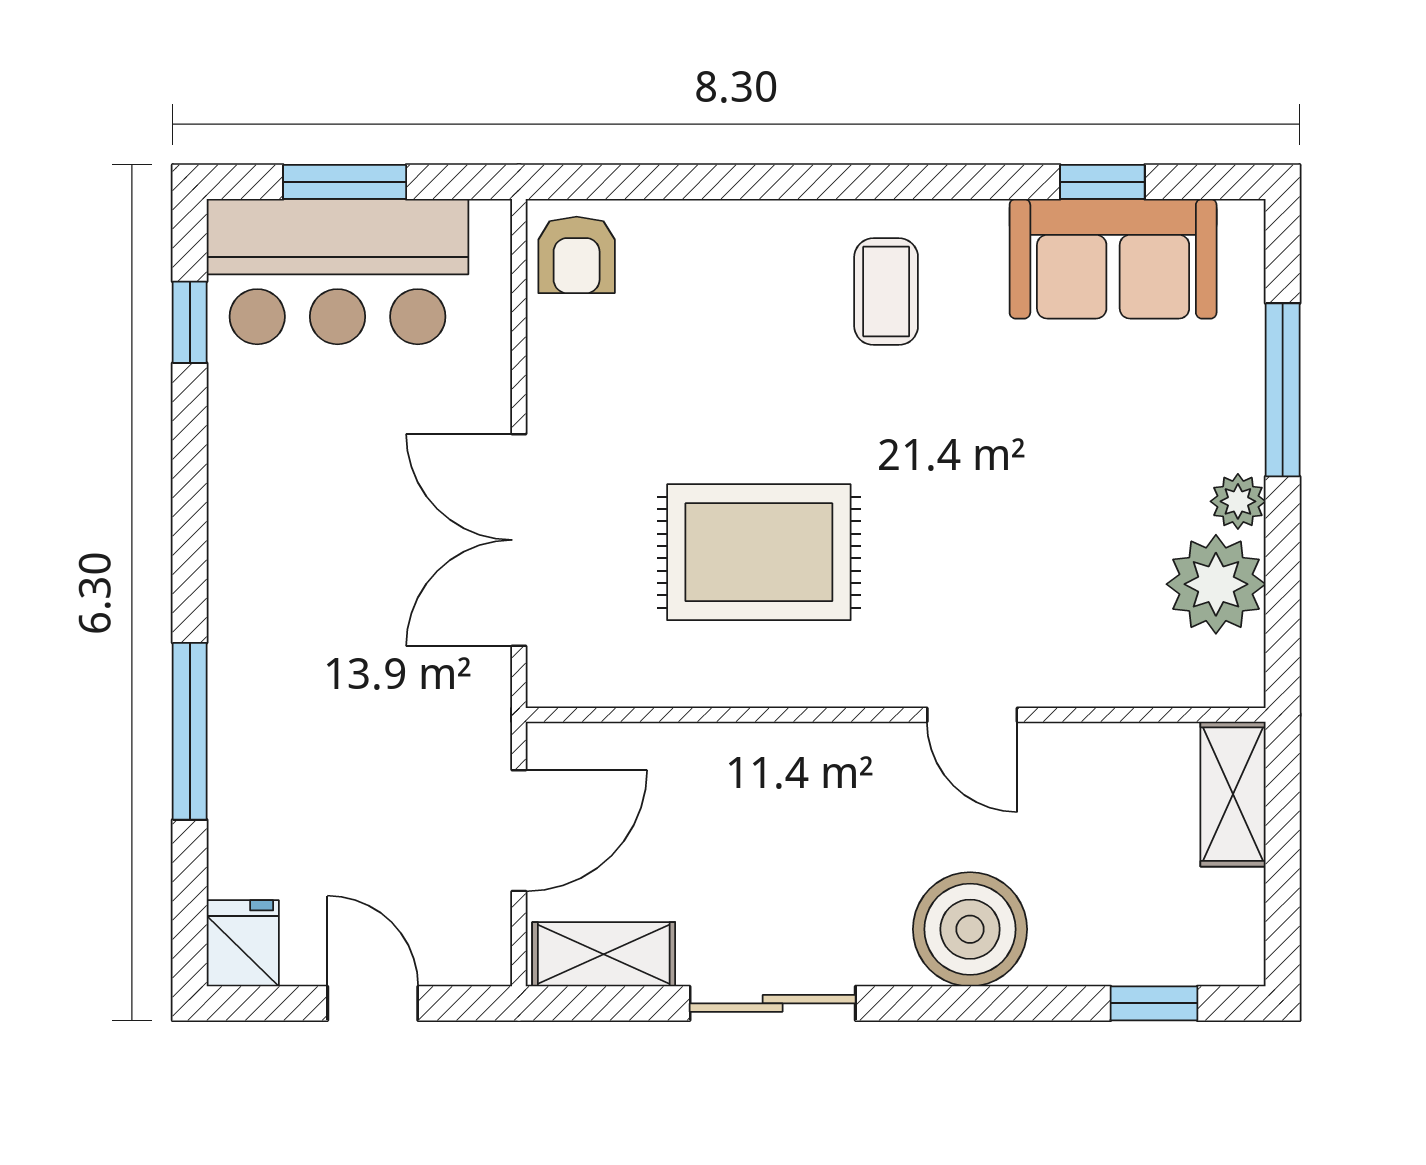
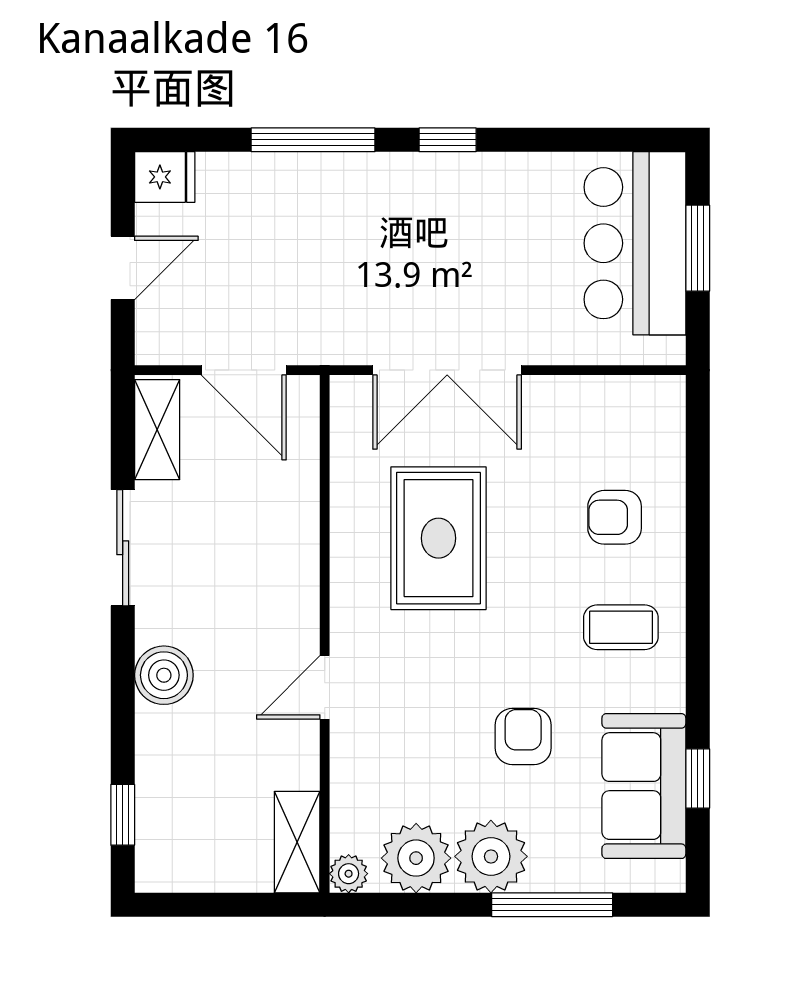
armchair: (577, 255) -> (615, 517), moved
window: (190, 322) -> (448, 140), moved
armchair: (1042, 431) -> (523, 737), added
plant: (1238, 501) -> (491, 856), width x1.87, depth x1.87
double door: (519, 540) -> (447, 370), swing flipped
plant: (1238, 681) -> (349, 874), added
shelving: (1233, 794) -> (297, 842), moved, turned 90
boiler: (970, 929) -> (164, 675), width x0.73, depth x0.73

